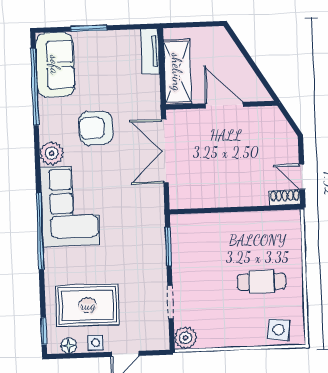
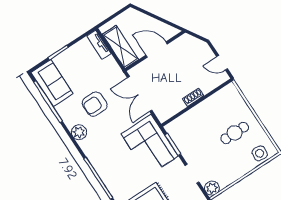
shoe rack: (285, 198) -> (193, 97), moved
corner sofa: (70, 206) -> (150, 145), moved, turned 180

